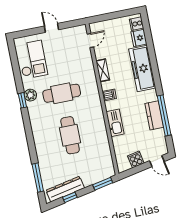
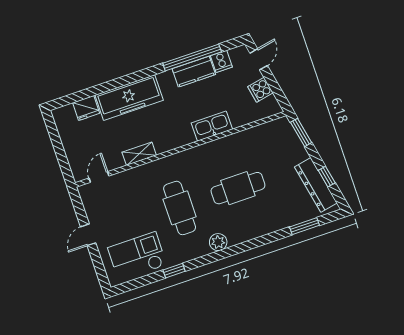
cooker: (137, 24) -> (221, 61), moved
door: (90, 41) -> (99, 177), hinge flipped
plant: (30, 95) -> (218, 242), moved
dishwasher: (109, 95) -> (173, 140), removed
window: (22, 100) -> (174, 271), moved
window: (38, 178) -> (305, 226), width x0.69

